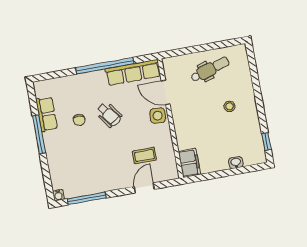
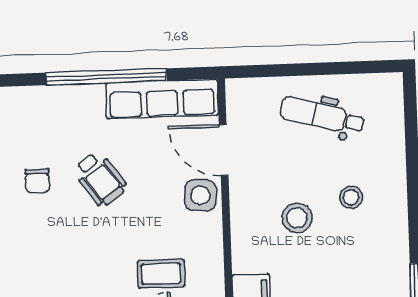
dental chair: (210, 69) -> (322, 116), turned -148
stool: (205, 120) -> (297, 218), added

